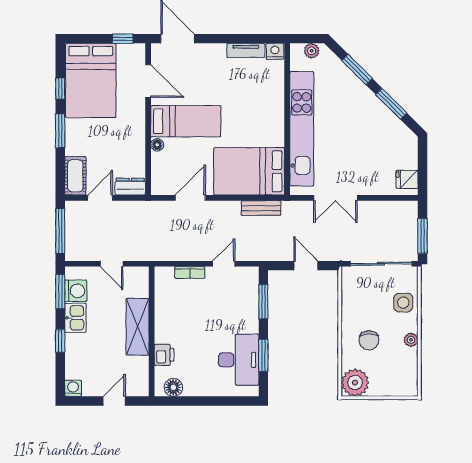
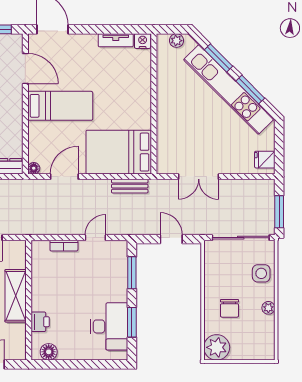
kitchen unit: (302, 129) -> (229, 89), moved, turned 135
floor lamp: (157, 145) -> (34, 168), moved

